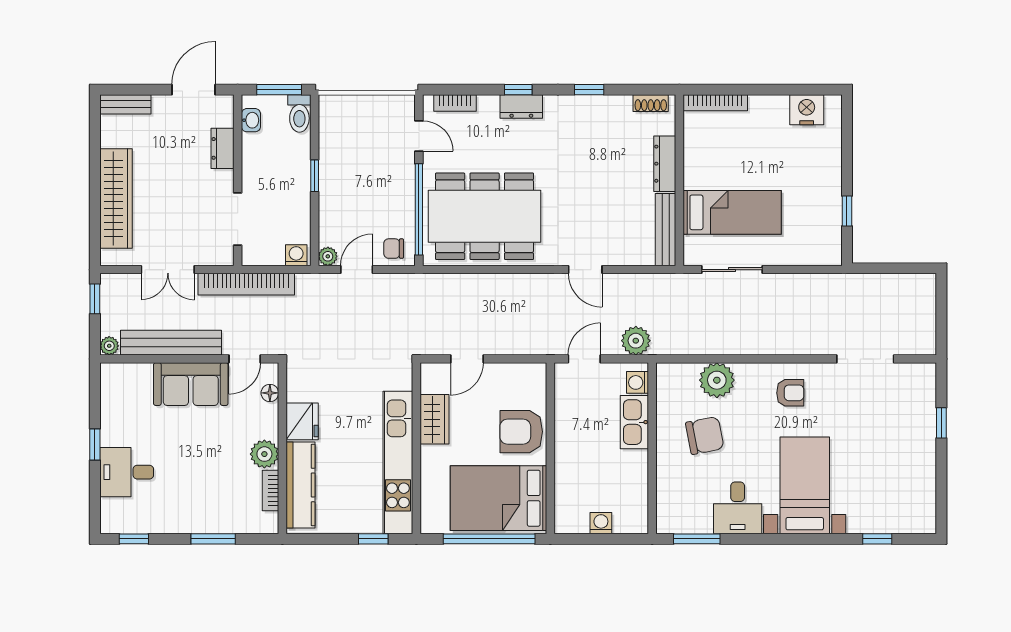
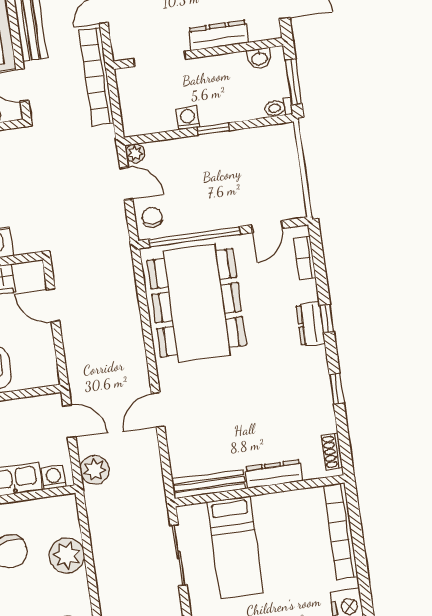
bookcase: (715, 103) -> (341, 531), width x1.48, depth x1.31
toilet: (299, 113) -> (278, 108), width x0.73, depth x0.72
dresser: (223, 148) -> (219, 35), width x1.44
washing machine: (296, 255) -> (188, 118), moved, turned -90

